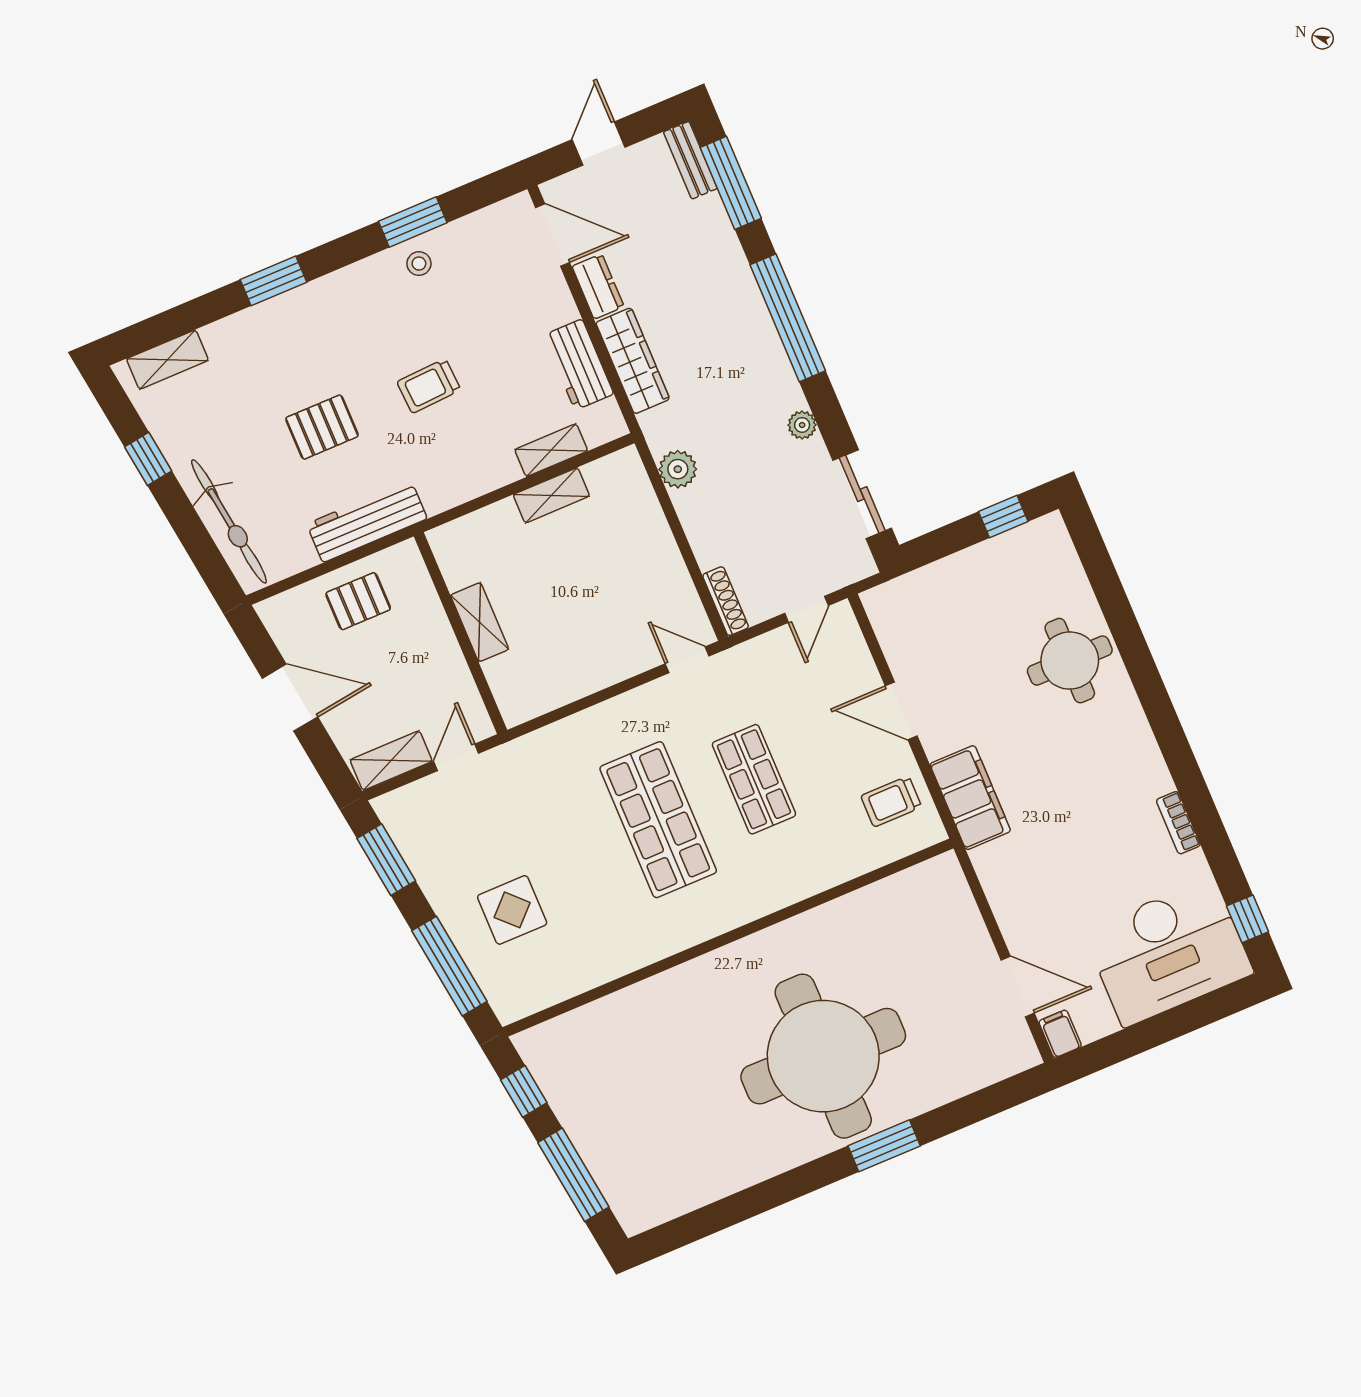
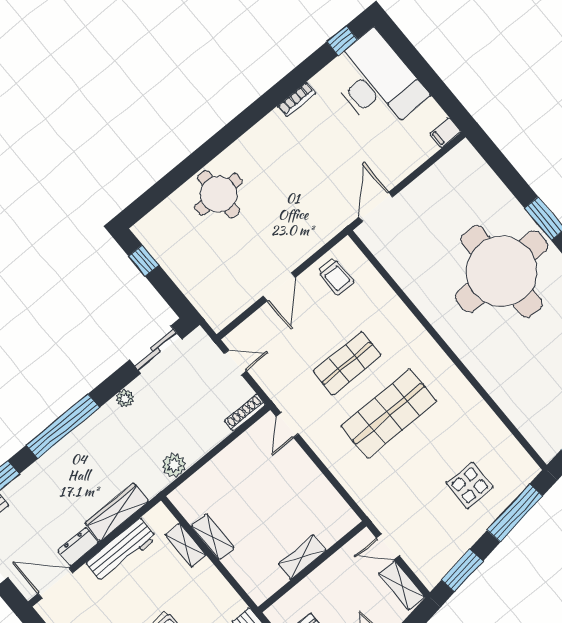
door: (553, 235) -> (55, 583), hinge flipped
workbench: (578, 365) -> (121, 550), width x1.38
filing cabinet: (970, 798) -> (319, 229), removed
door: (1018, 987) -> (376, 207), moved

